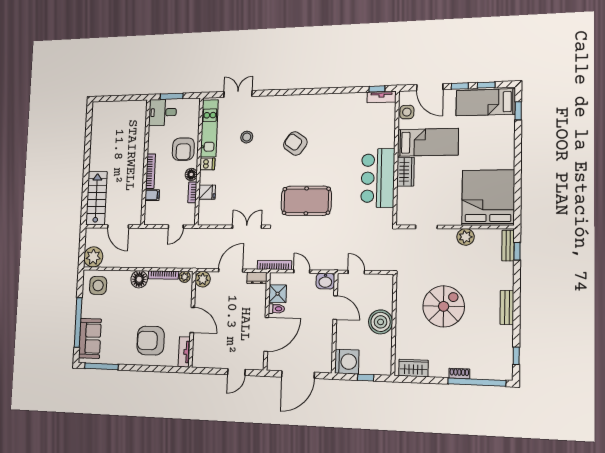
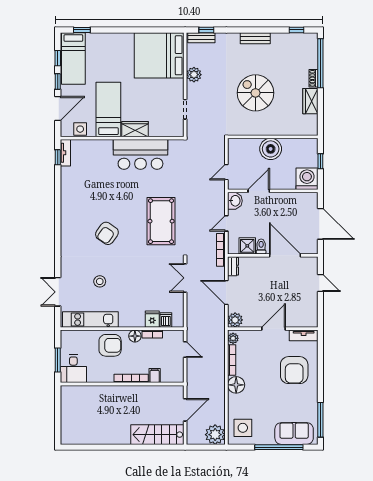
dishwasher: (207, 164) -> (166, 320), moved
wardrobe: (413, 368) -> (310, 101), moved

